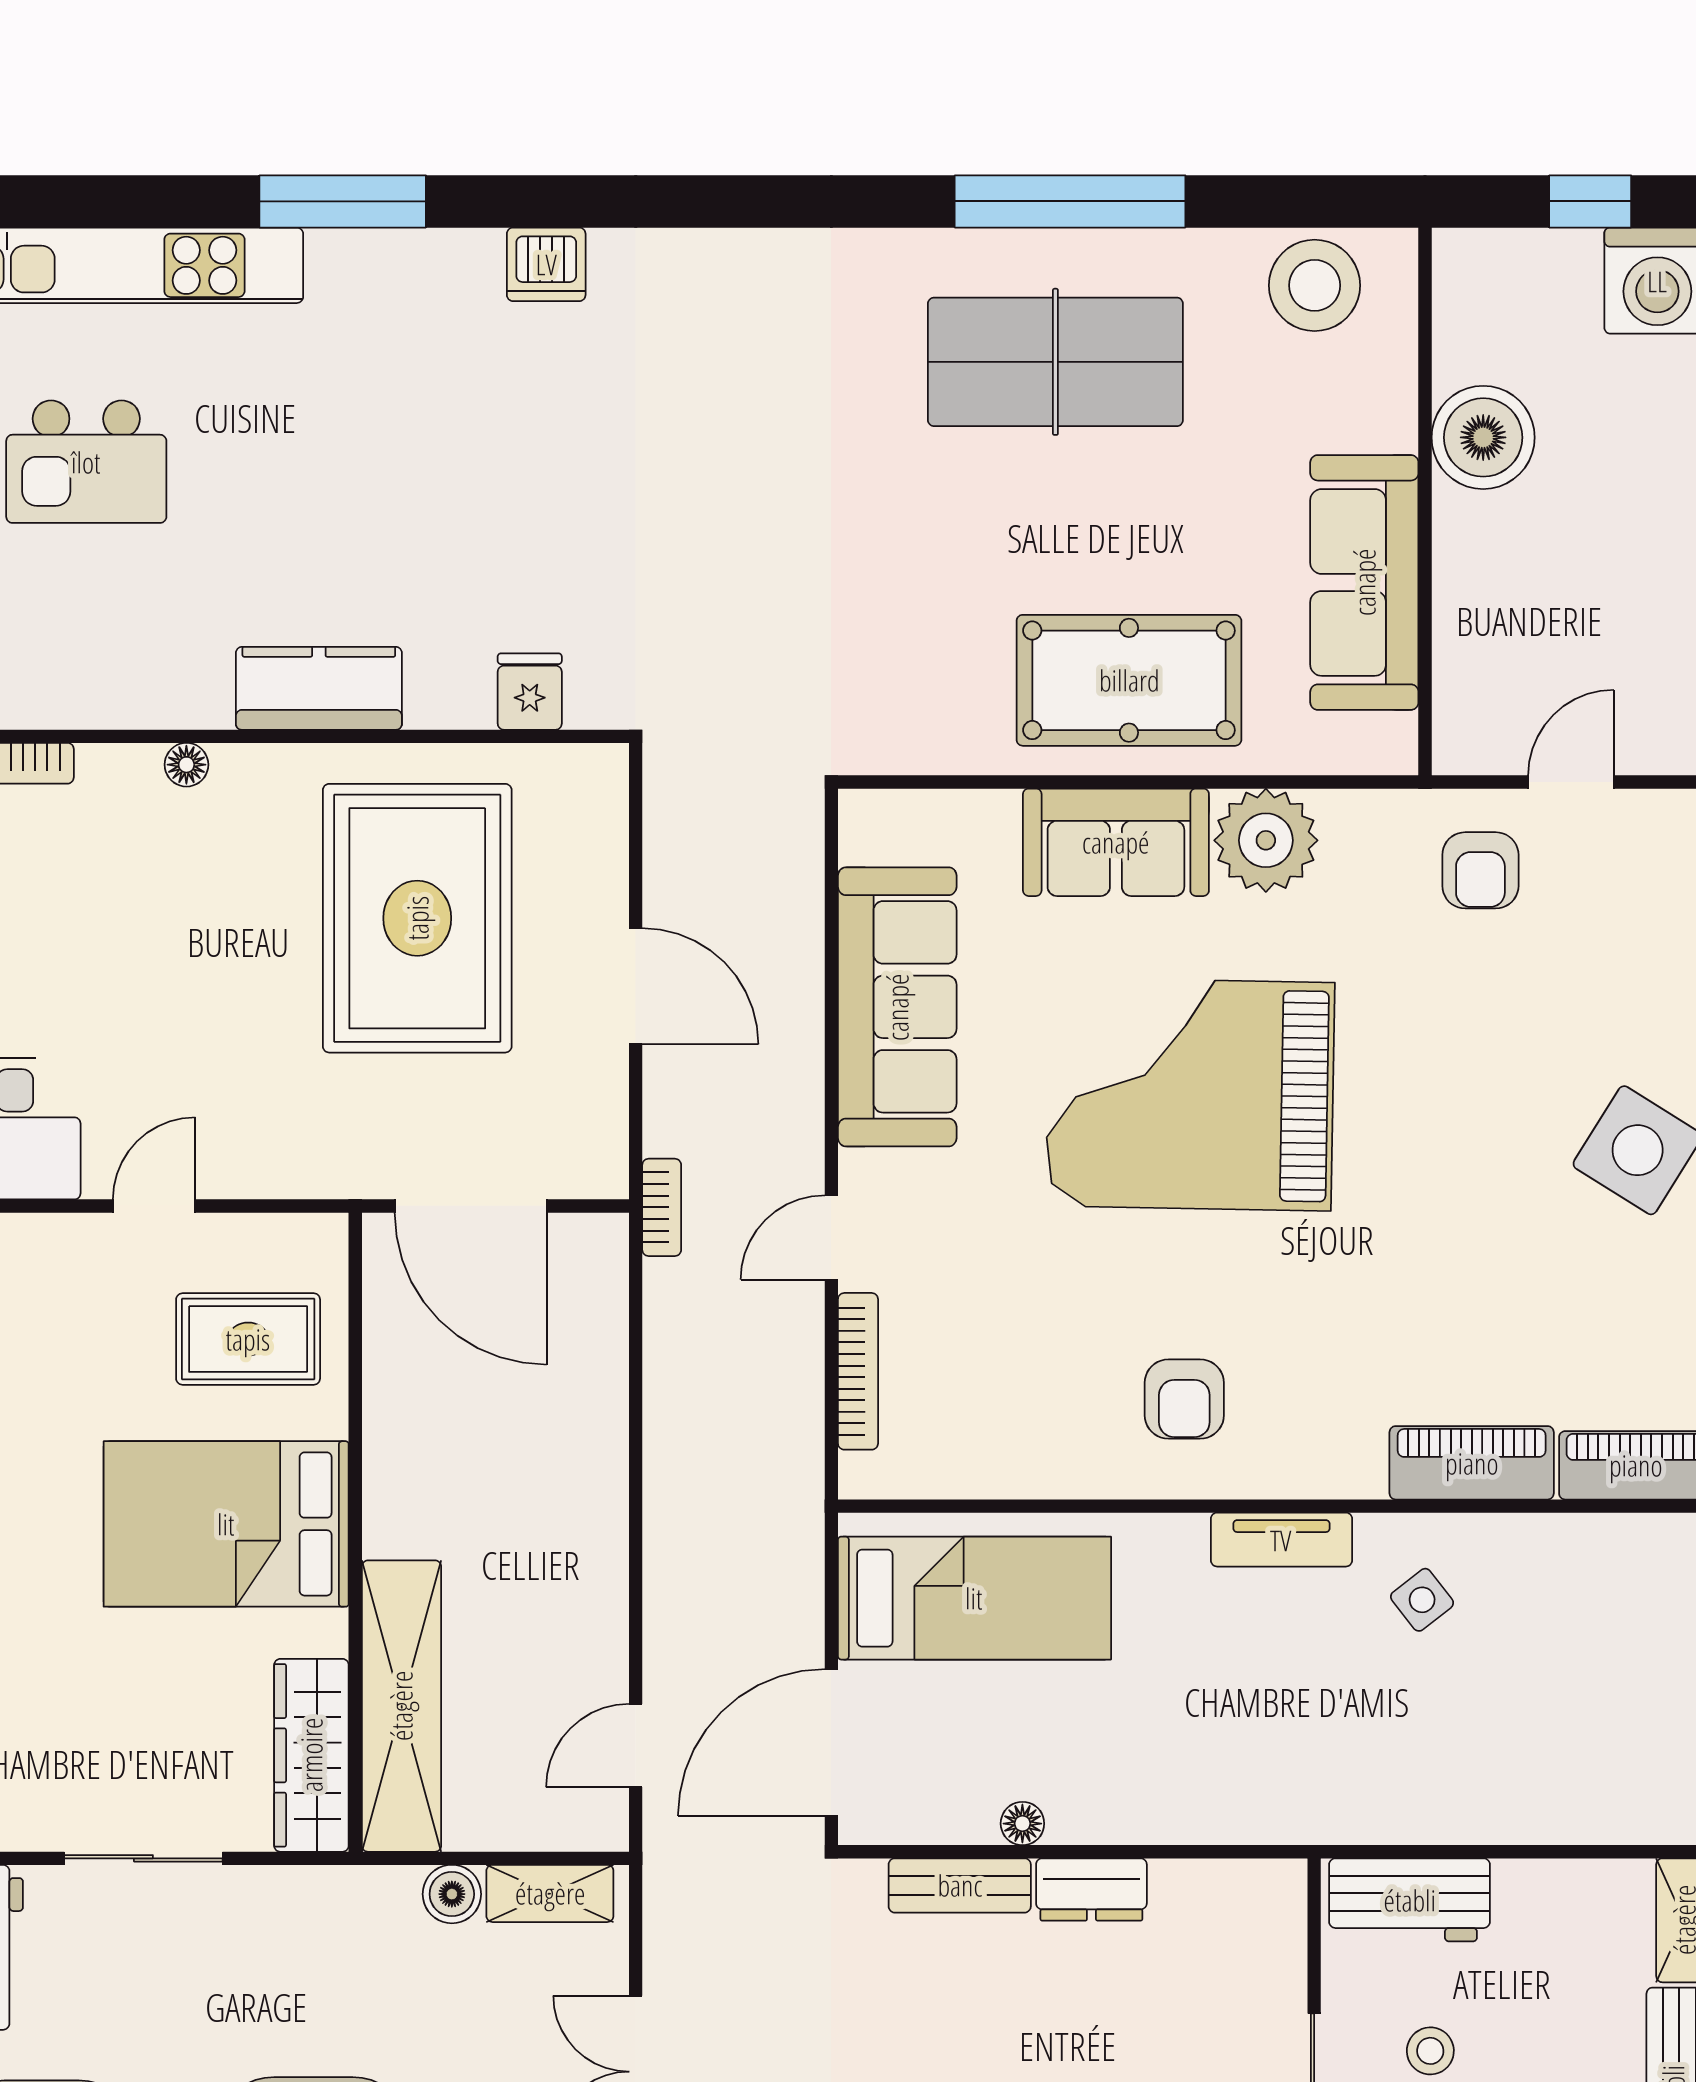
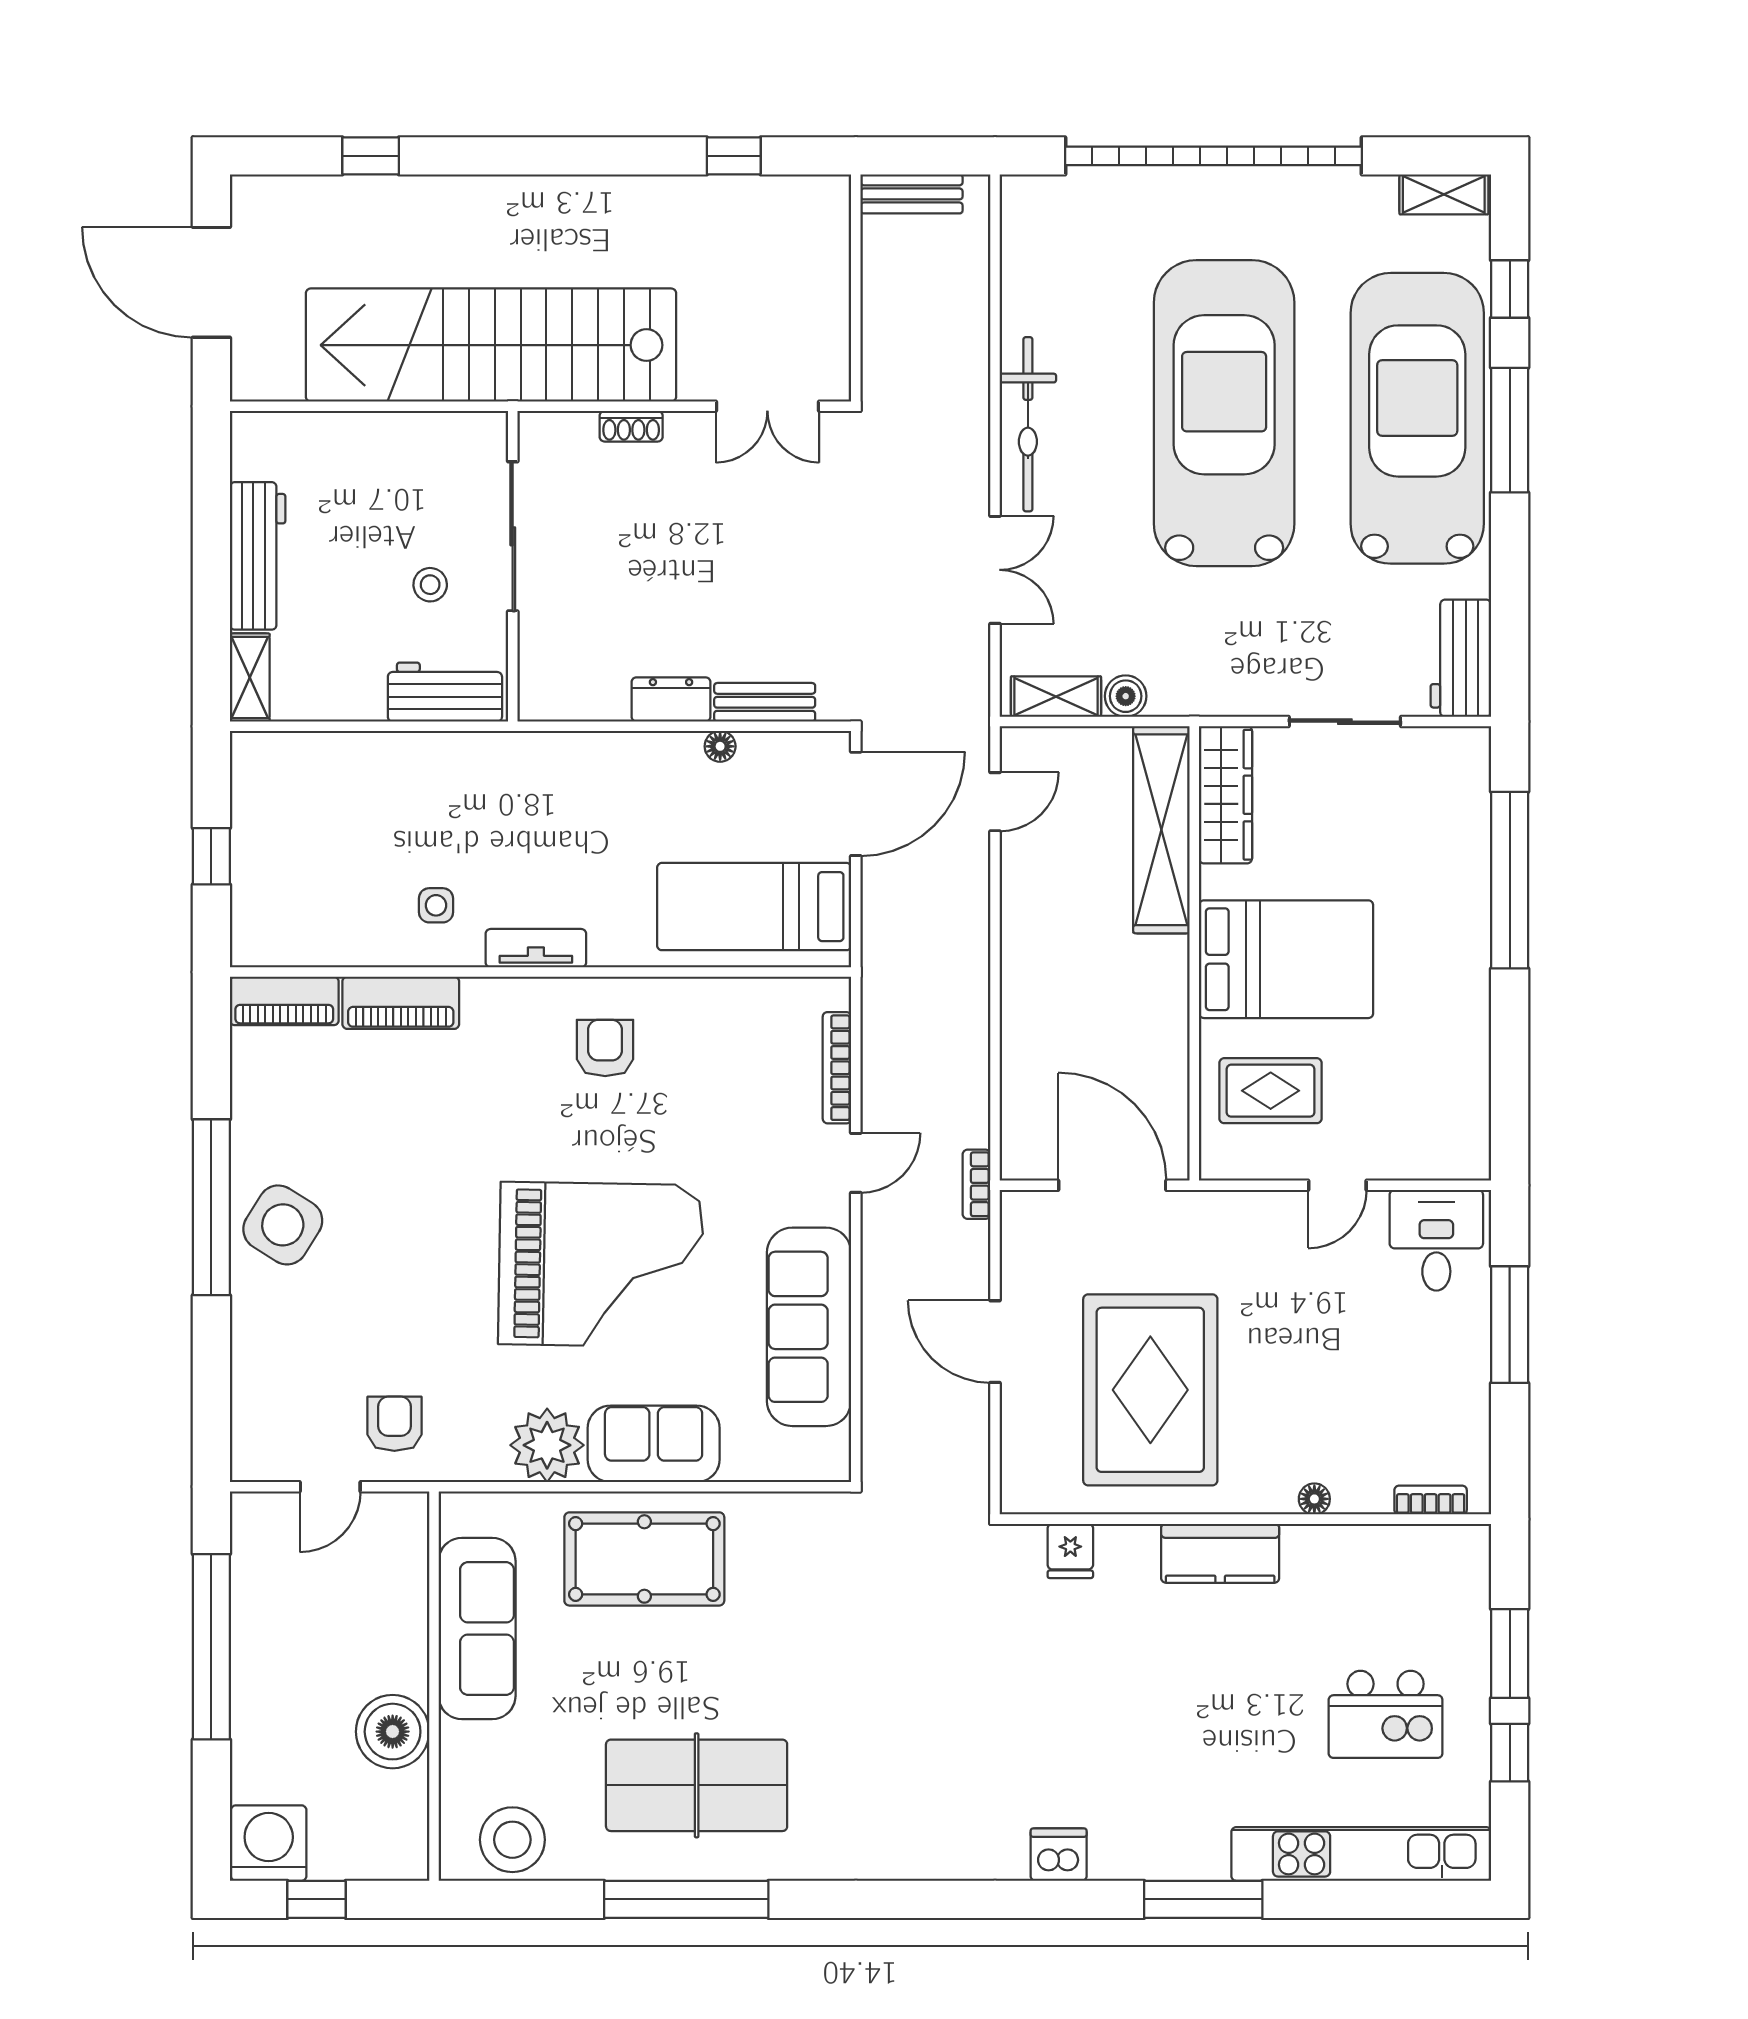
kitchen island: (86, 462) -> (1386, 1714), turned 180
side table: (1422, 1600) -> (436, 905), turned 38

